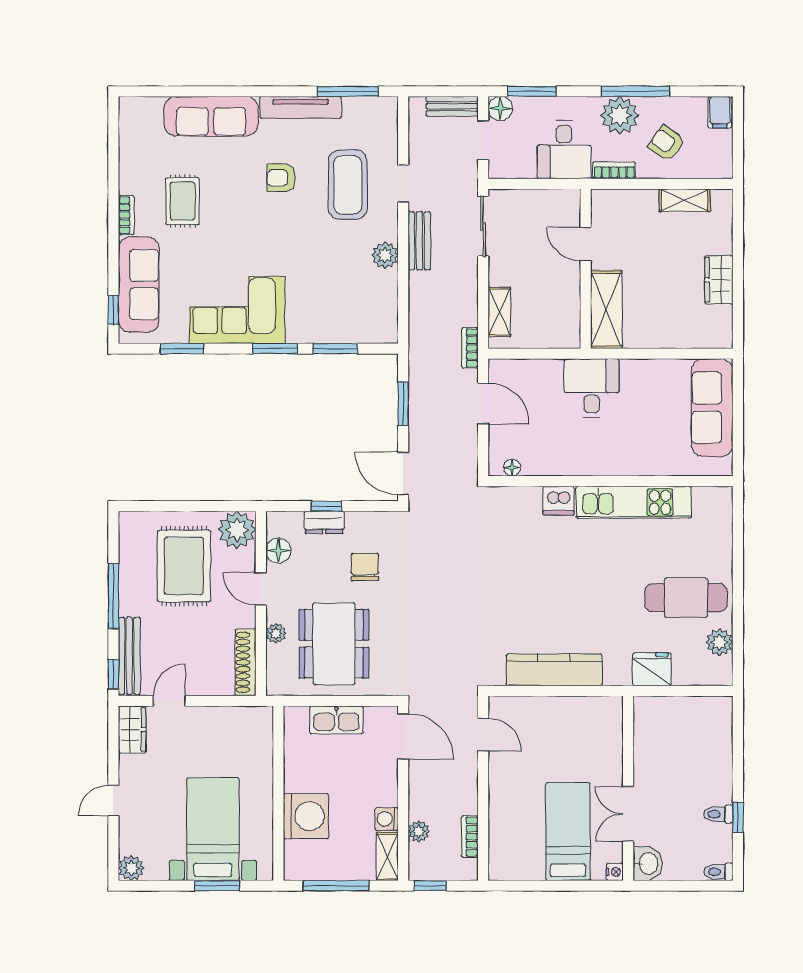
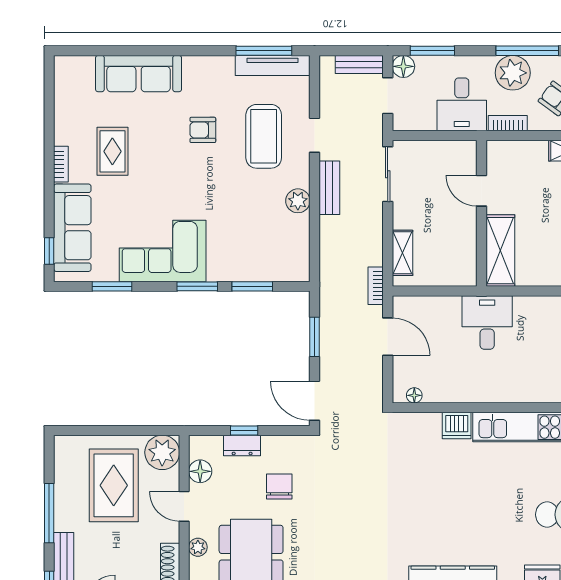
tv unit: (301, 107) -> (273, 65), moved

